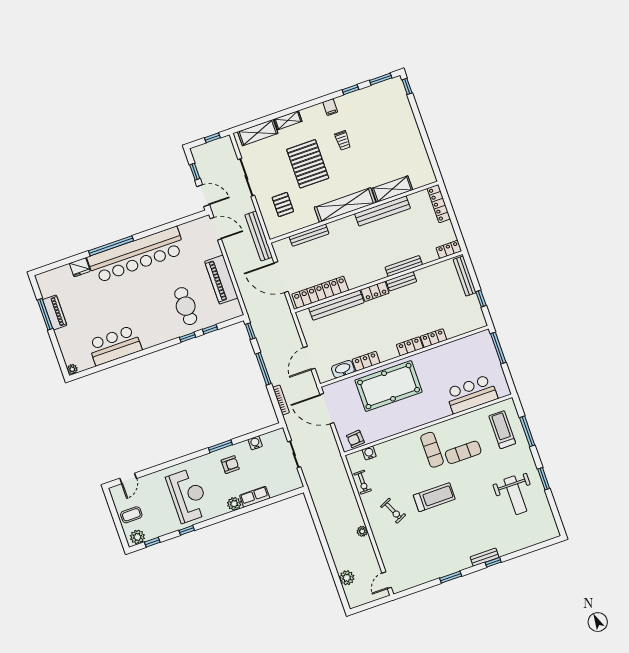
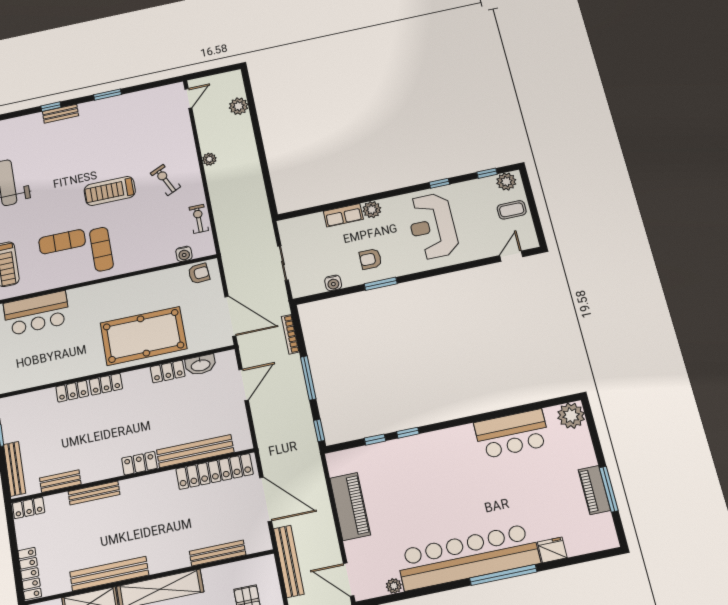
plant: (184, 229) -> (394, 586), added
bench: (401, 281) -> (60, 481), moved
cafe table: (186, 306) -> (405, 476), removed
plant: (72, 369) -> (571, 416), width x1.88, depth x1.88

